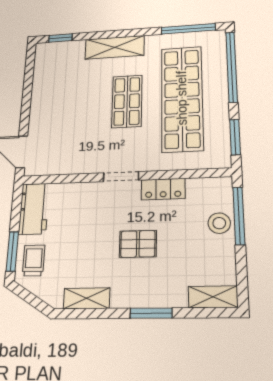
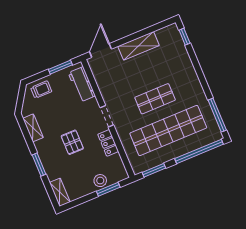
shelving: (115, 47) -> (139, 46), moved, turned 90
workbench: (34, 209) -> (82, 84), moved, turned 90
window: (239, 216) -> (108, 189), width x0.69
window: (12, 251) -> (60, 67), moved

